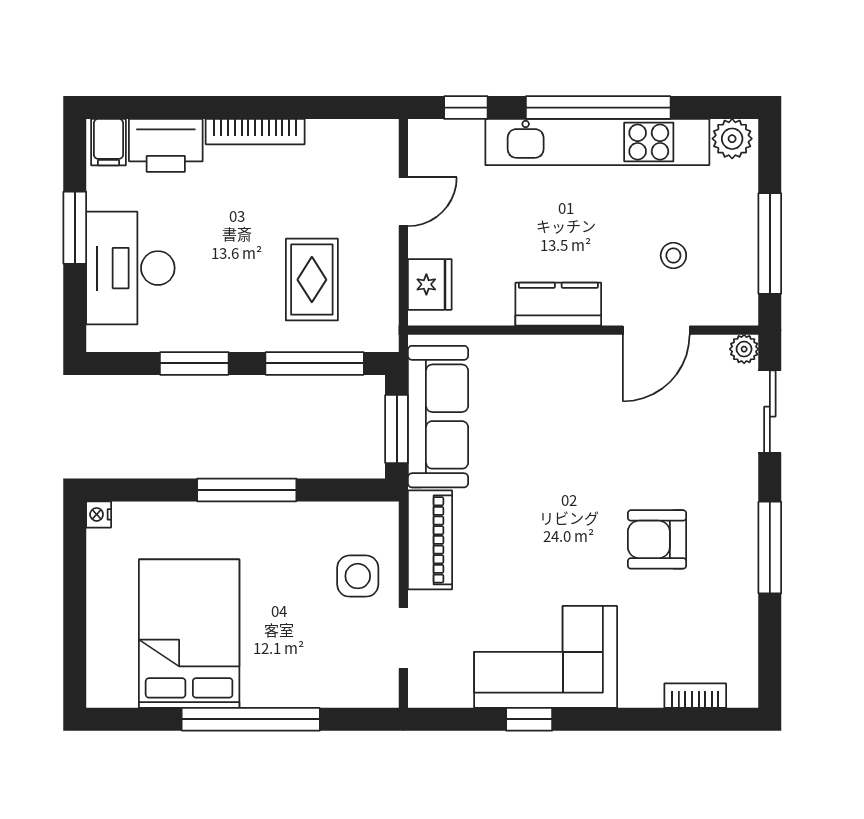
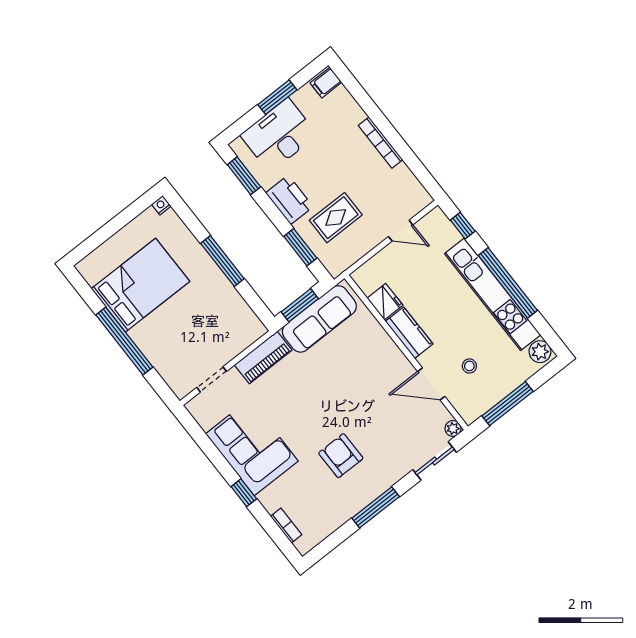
printer: (166, 145) -> (289, 200), moved, turned 180
fridge: (430, 284) -> (385, 302), moved, turned -90
window: (194, 363) -> (244, 176), moved
window: (315, 363) -> (300, 247), width x0.69
side table: (358, 576) -> (223, 339), removed
window: (529, 719) -> (244, 493), moved

